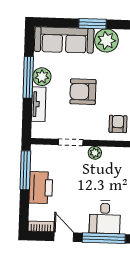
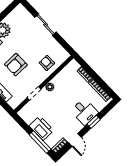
window: (25, 170) -> (40, 142), moved
door: (64, 237) -> (75, 140), swing flipped
window: (104, 238) -> (94, 122), width x0.46

